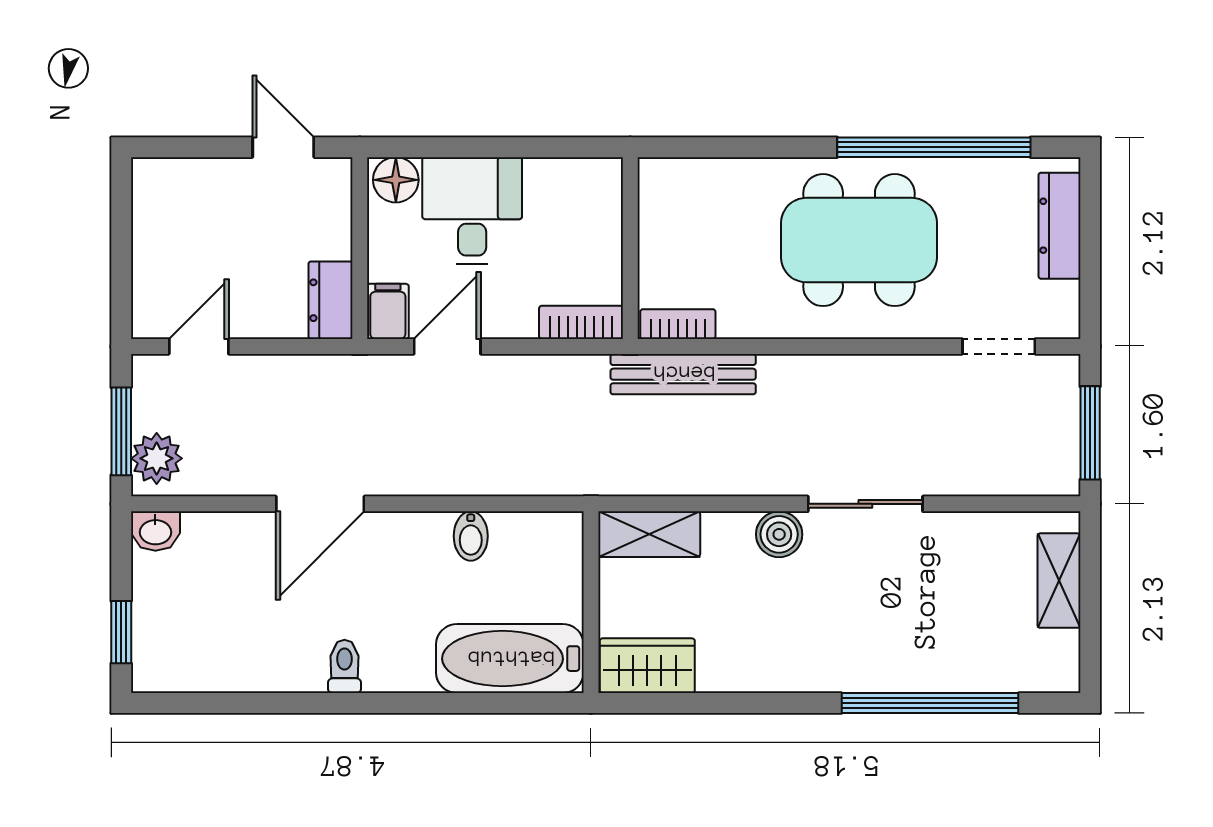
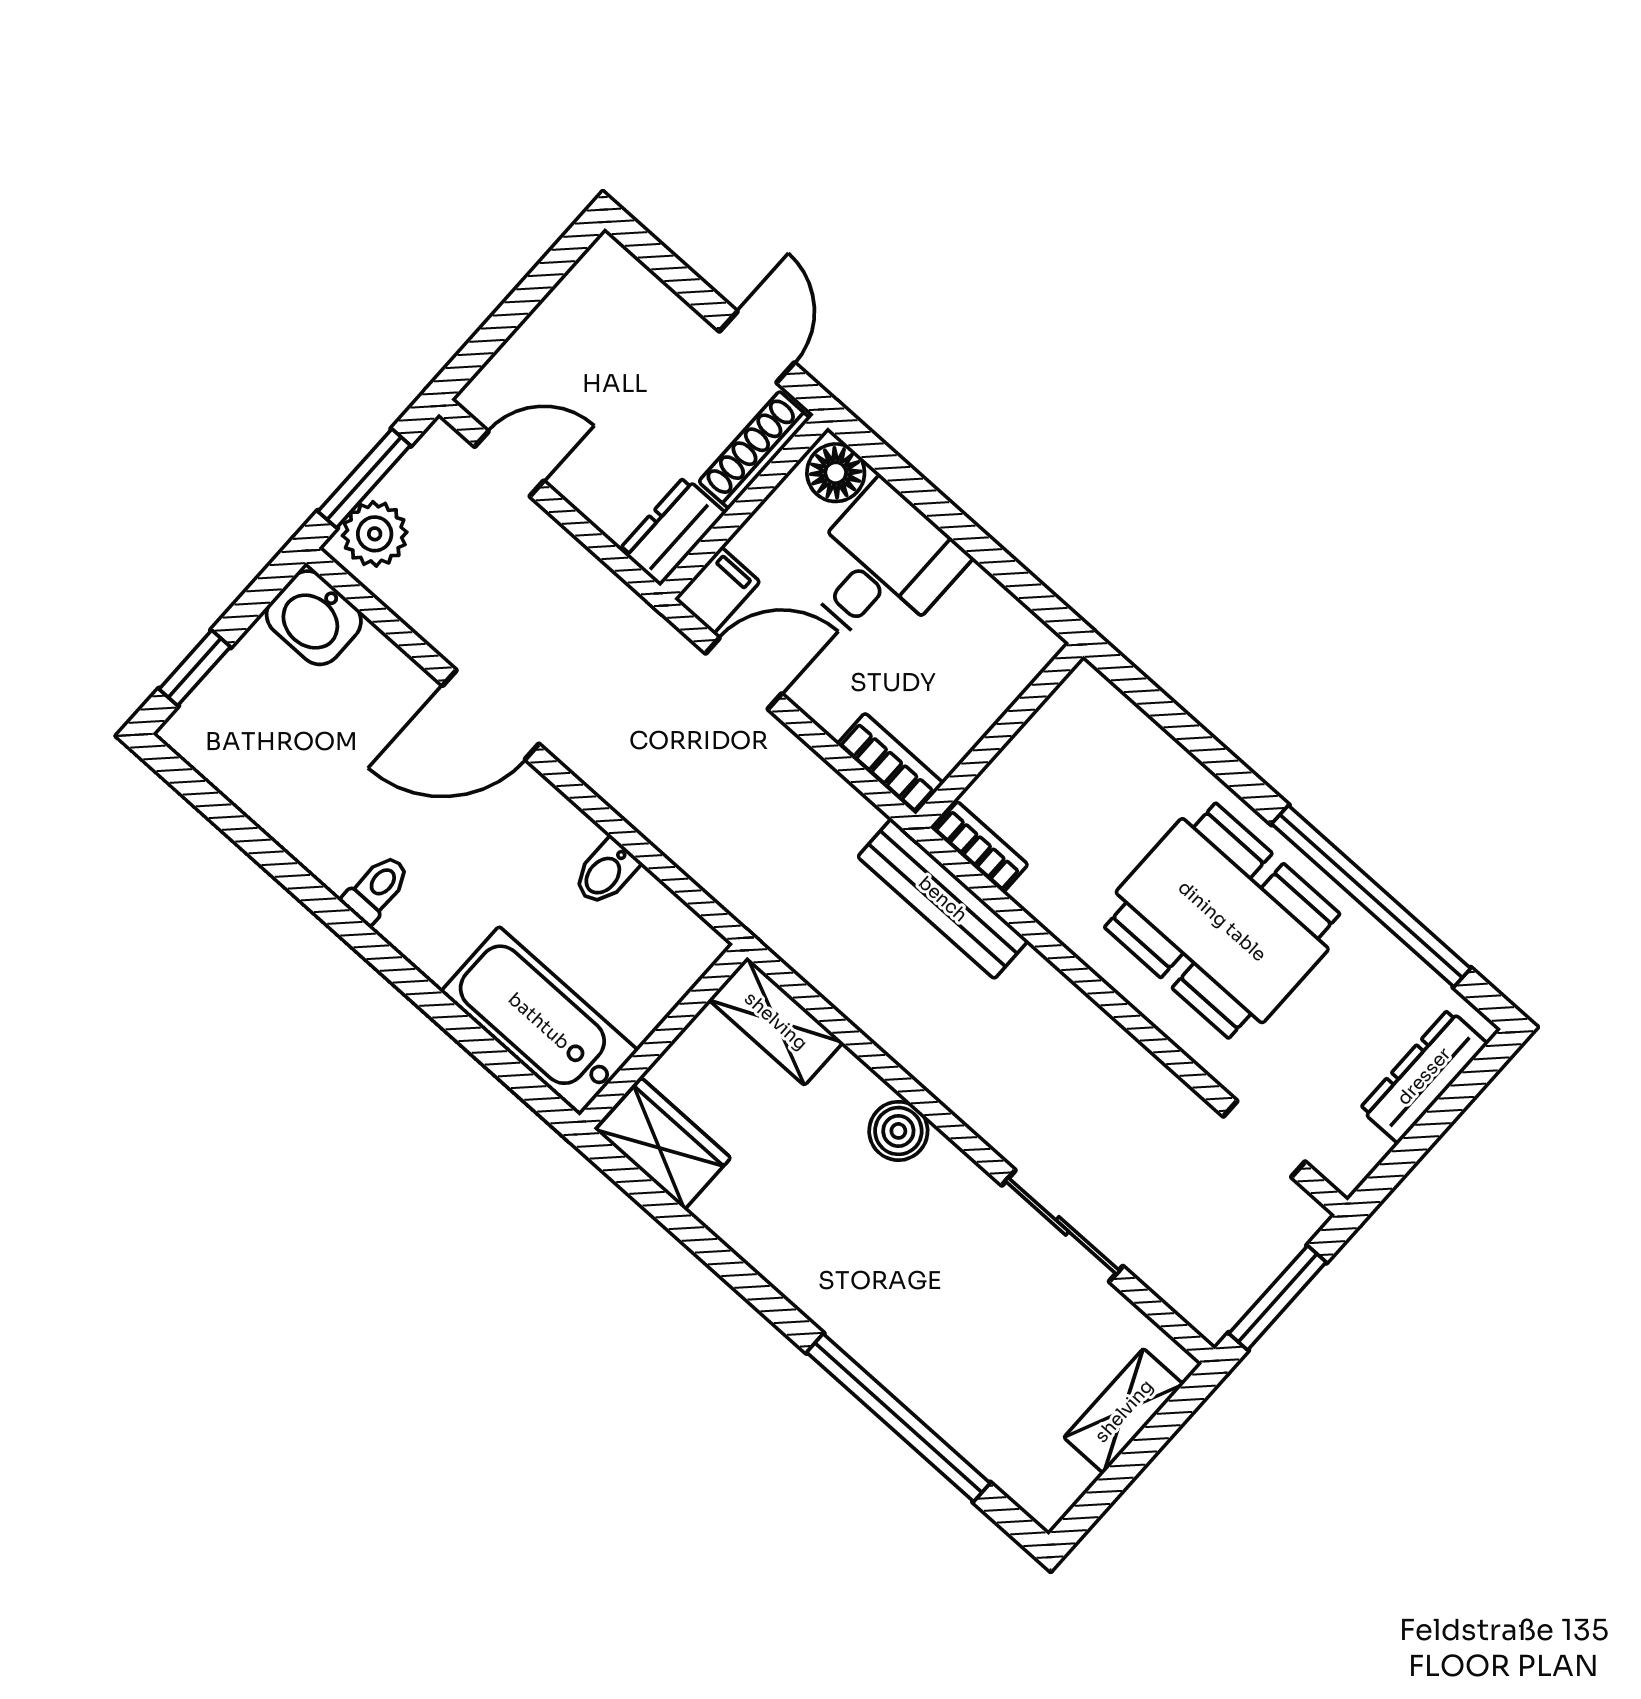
shoe rack: (336, 209) -> (754, 450), added
sliding door: (865, 504) -> (1062, 1226), moved
washbasin: (155, 531) -> (314, 618), width x1.38, depth x1.45

